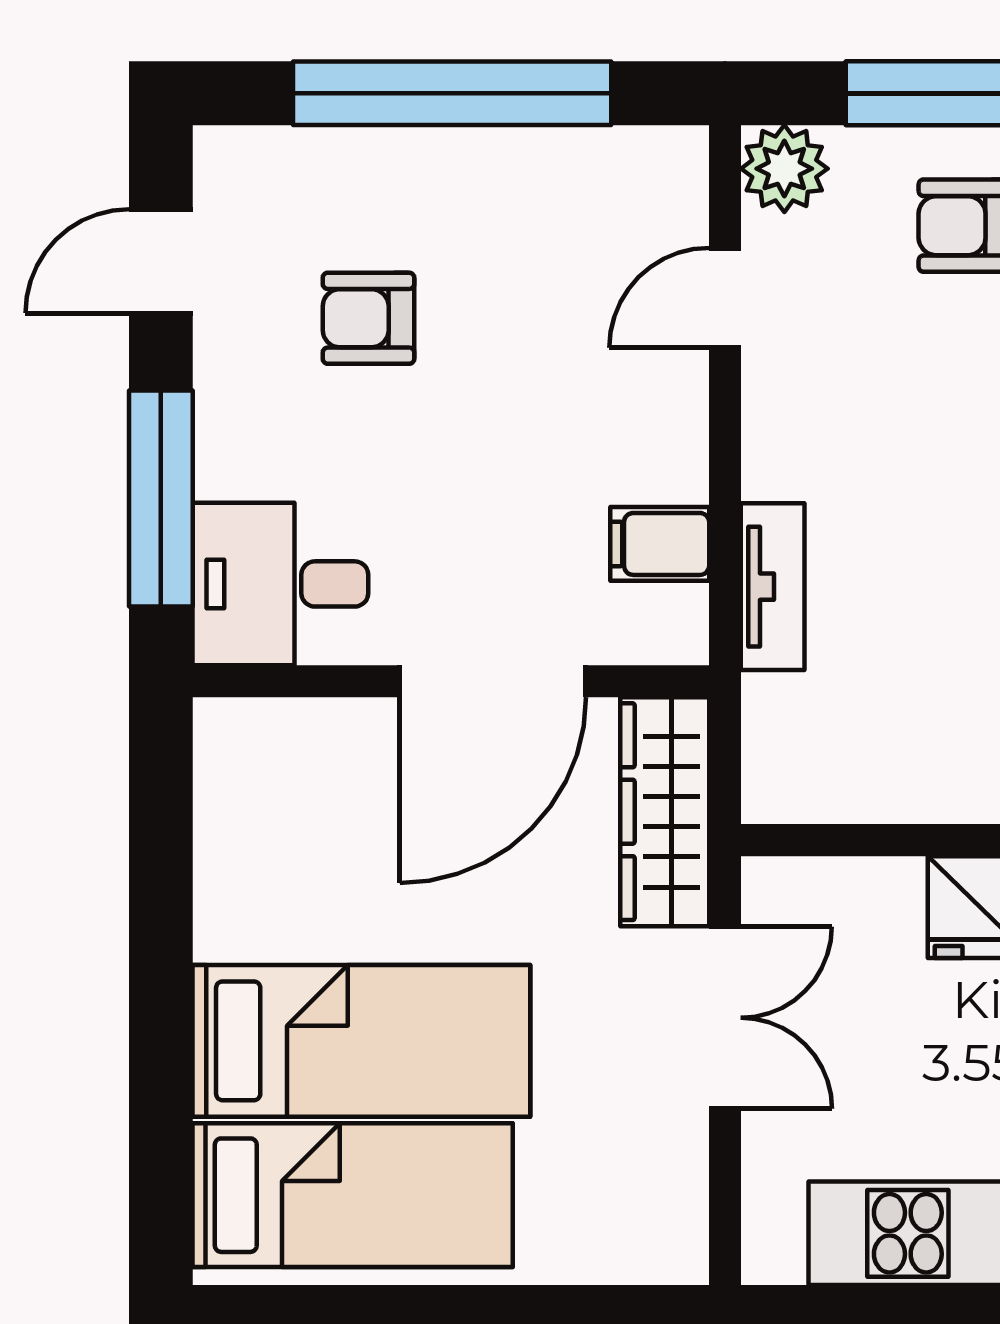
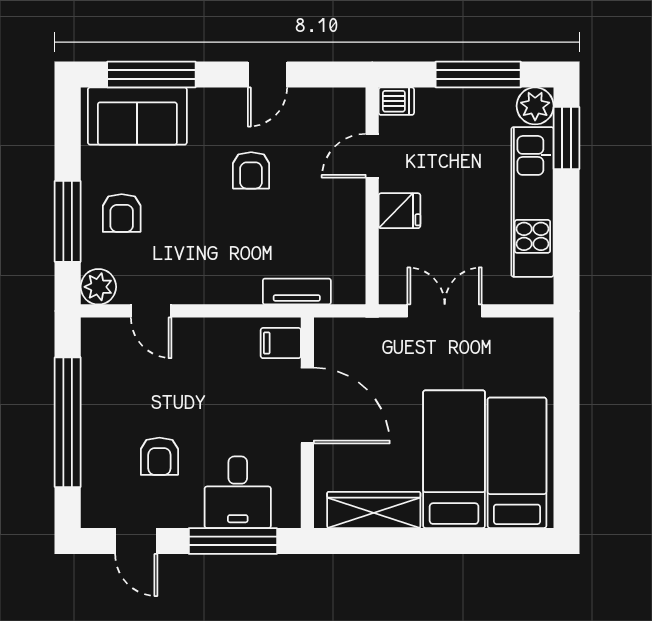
filing cabinet: (660, 544) -> (281, 343), moved, turned 90
desk: (280, 584) -> (238, 492), moved
tv unit: (773, 587) -> (297, 292), moved
wardrobe: (665, 812) -> (374, 510), moved, turned 180

